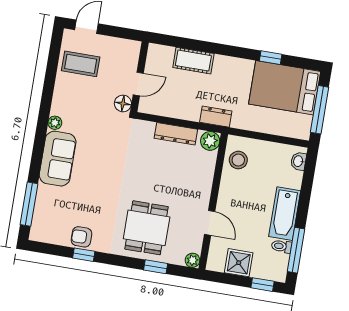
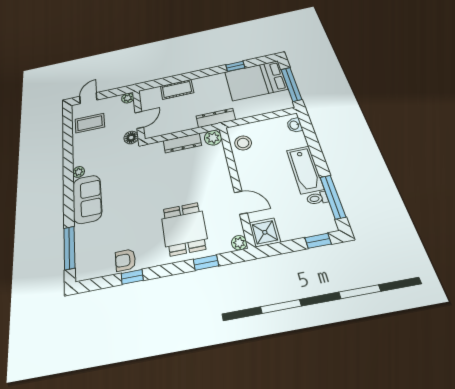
plant: (133, 48) -> (128, 98), added
dresser: (216, 117) -> (216, 118), width x1.44
shower: (239, 263) -> (265, 232), moved

